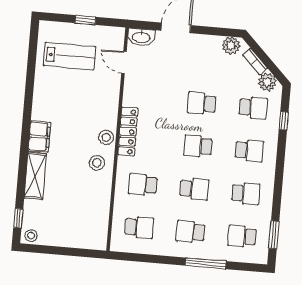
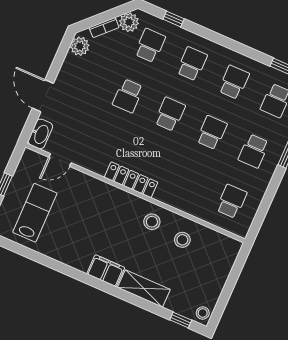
stool: (106, 137) -> (182, 240), moved
school desk: (198, 146) -> (170, 114), turned 180
school desk: (143, 185) -> (190, 183), removed

